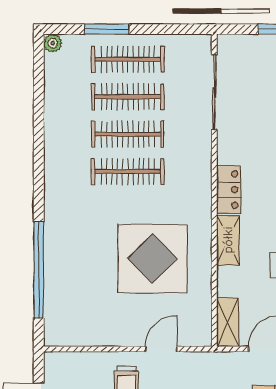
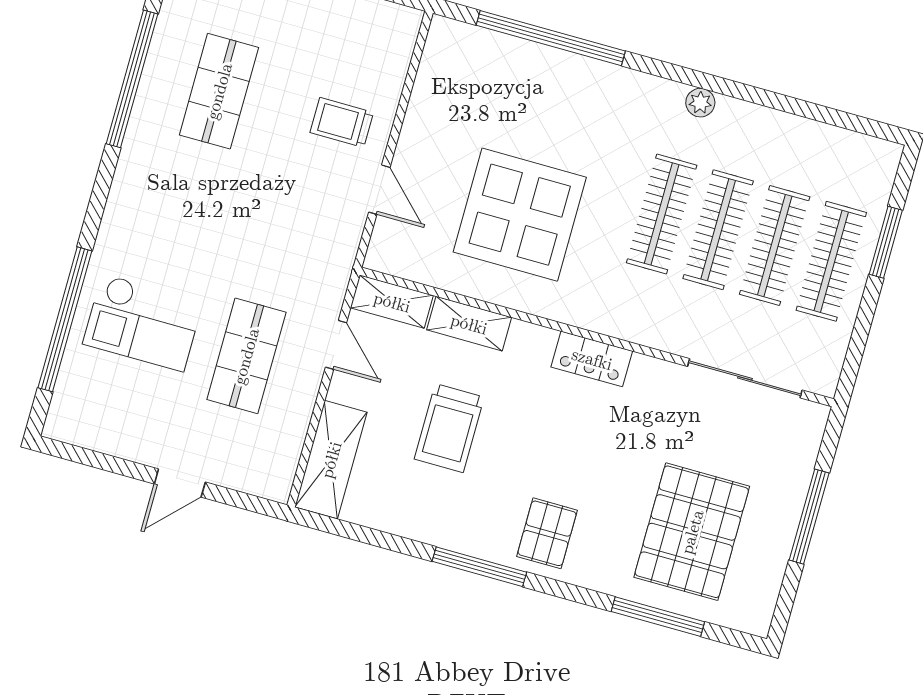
plant: (53, 43) -> (700, 103), moved
shelving: (228, 240) -> (469, 324), moved

